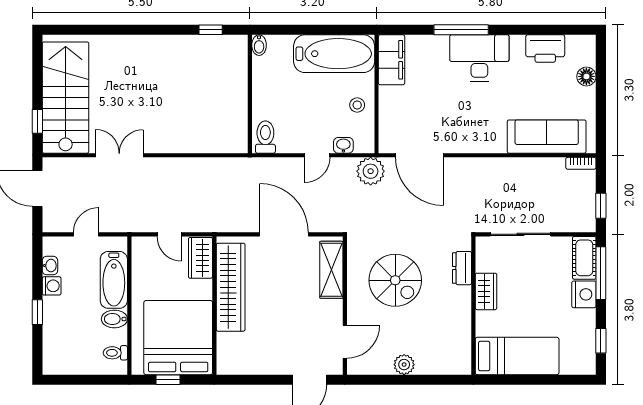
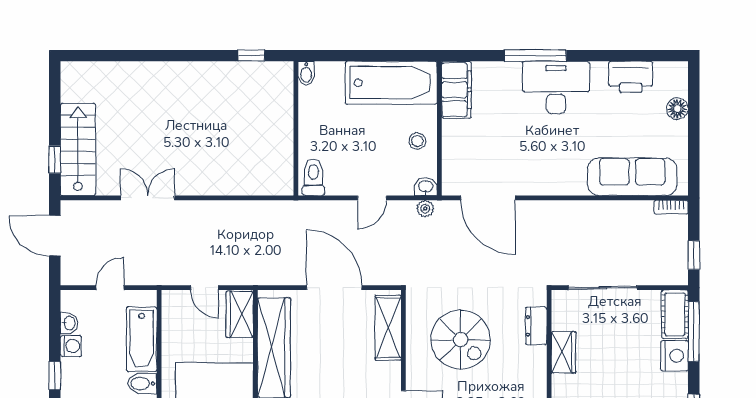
stairs: (66, 98) -> (78, 149), width x0.73, depth x0.66
washbasin: (343, 145) -> (426, 187), moved
plant: (371, 171) -> (425, 209), width x0.53, depth x0.53

